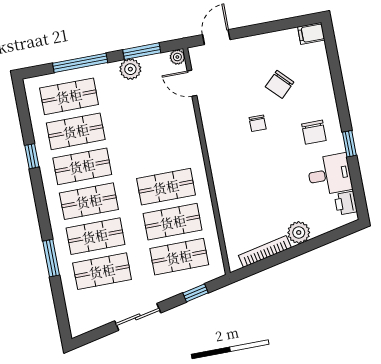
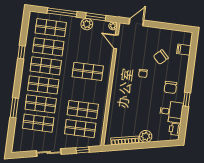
filing cabinet: (311, 33) -> (184, 50), moved
shop shelf: (166, 187) -> (88, 71), moved

